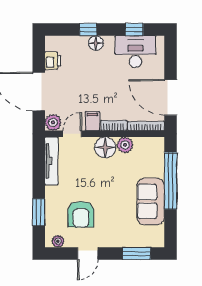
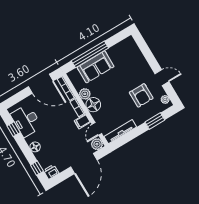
window: (88, 30) -> (37, 168), moved
printer: (53, 61) -> (51, 172), moved
door: (171, 97) -> (41, 84), hinge flipped
door: (72, 134) -> (97, 129), hinge flipped
sofa: (151, 201) -> (96, 67), moved
armchair: (81, 214) -> (141, 95), turned 90
window: (137, 253) -> (145, 49), removed

